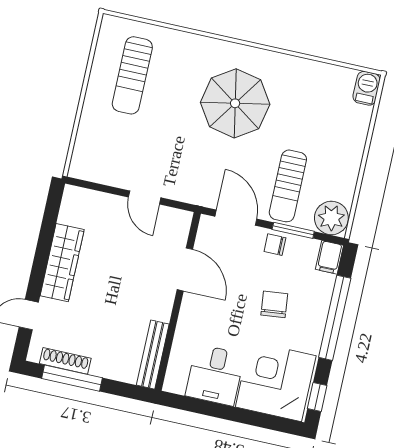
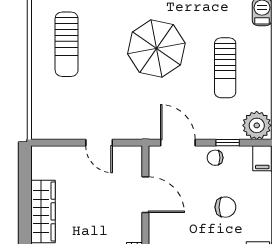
sun lounger: (288, 186) -> (225, 68), moved
window: (293, 230) -> (228, 143), width x0.67
chair: (274, 304) -> (225, 207), turned 96

